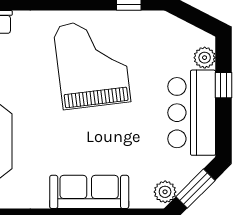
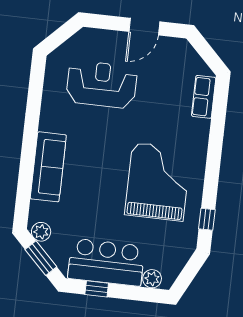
grand piano: (92, 64) -> (158, 182), turned -83
window: (224, 85) -> (97, 289), moved

